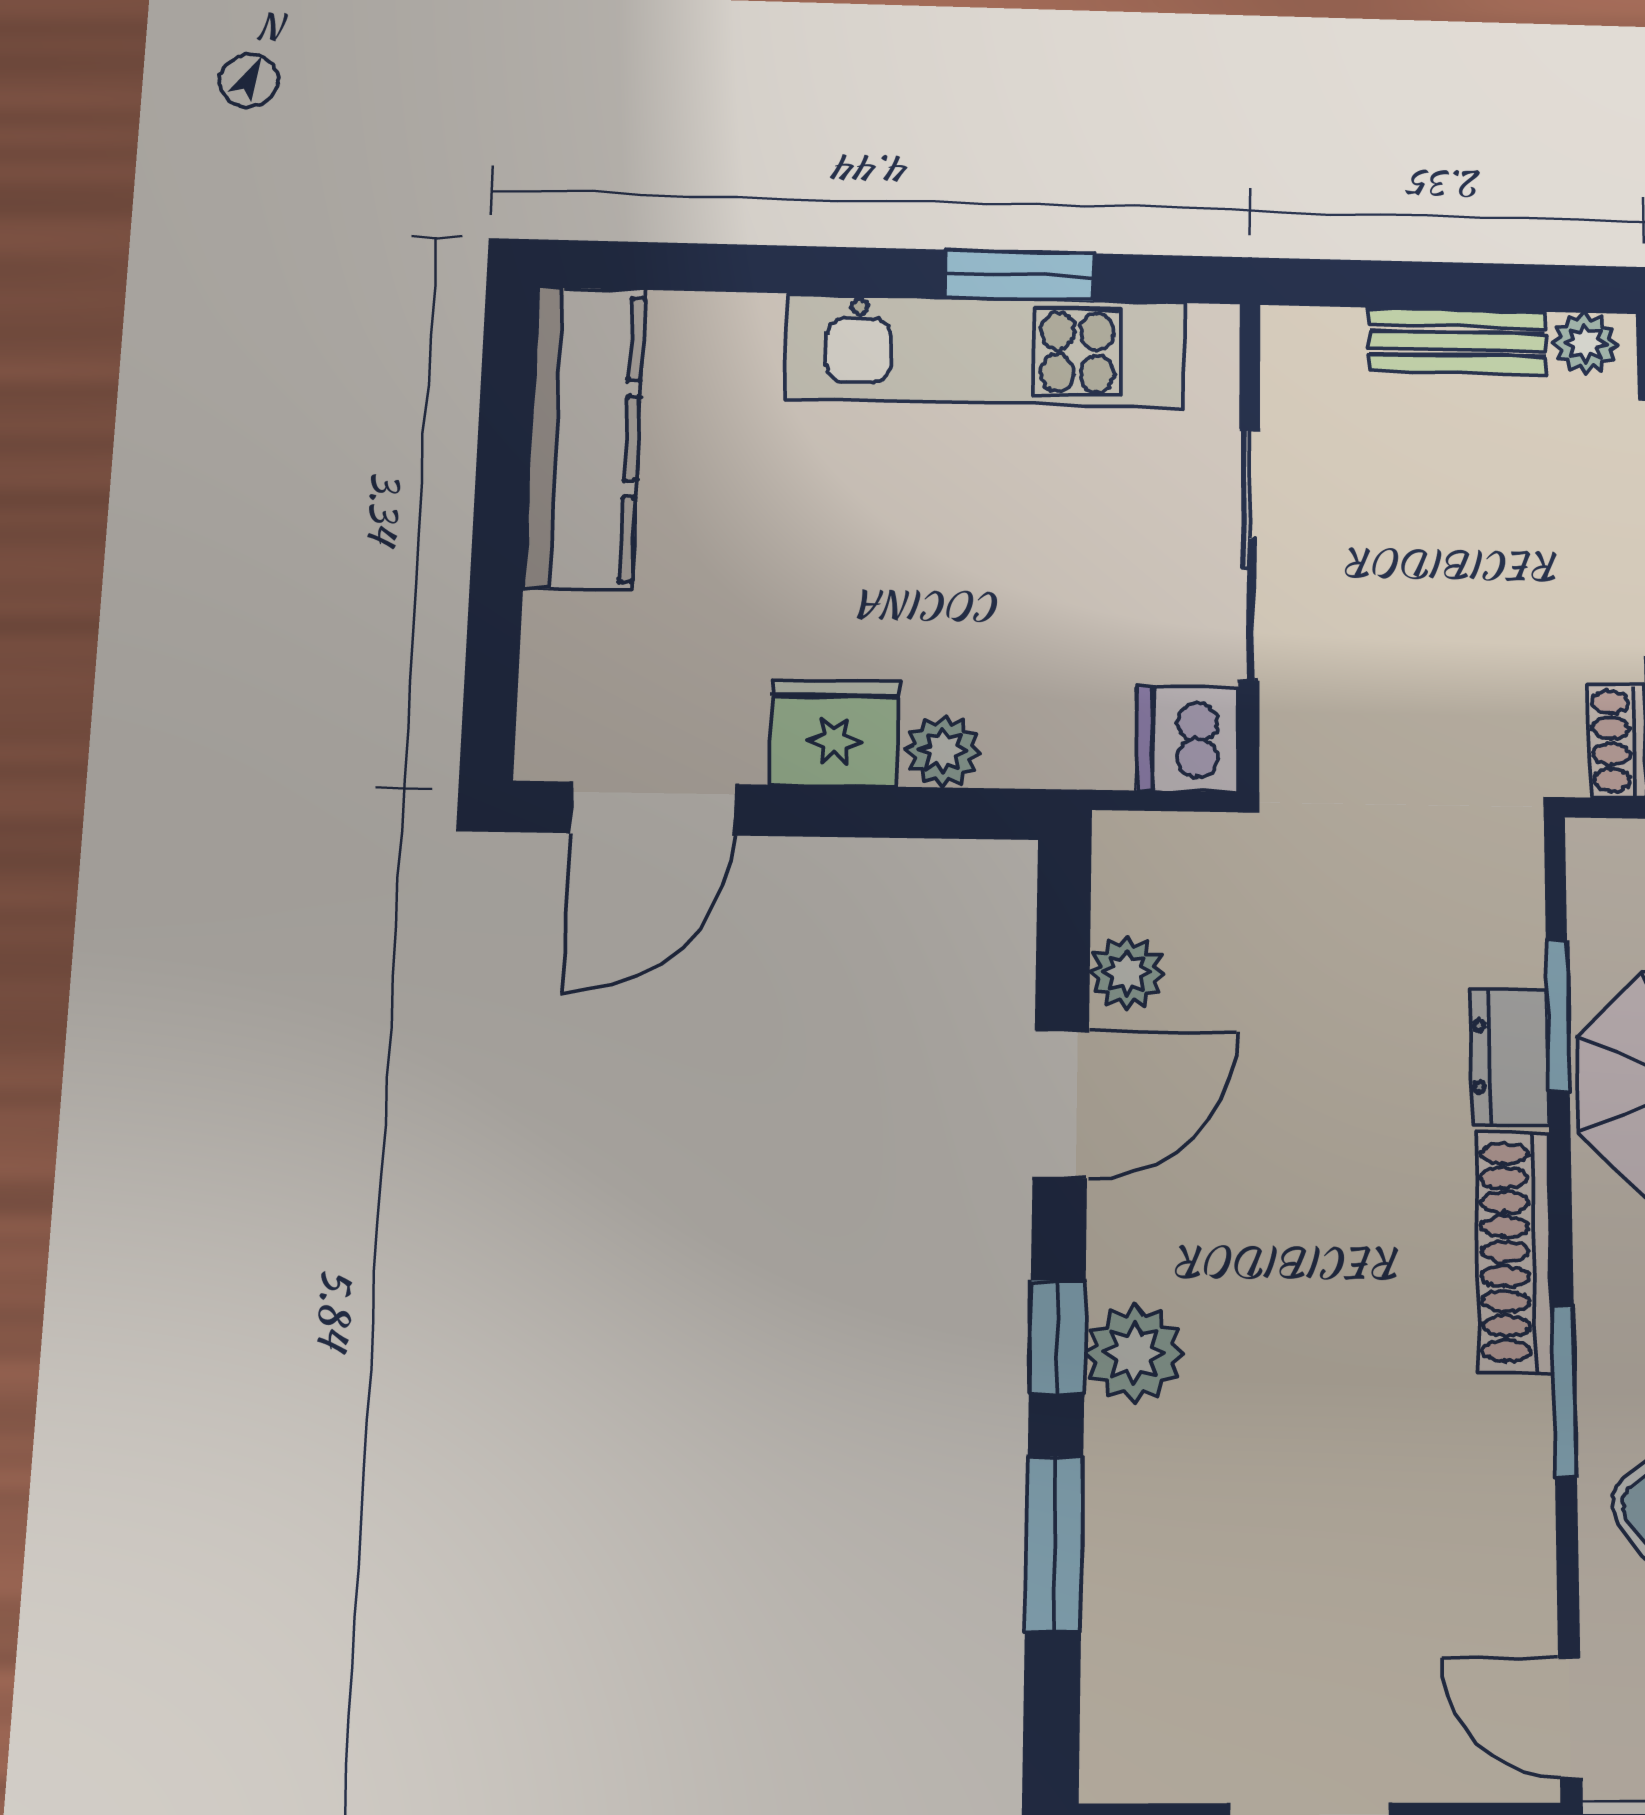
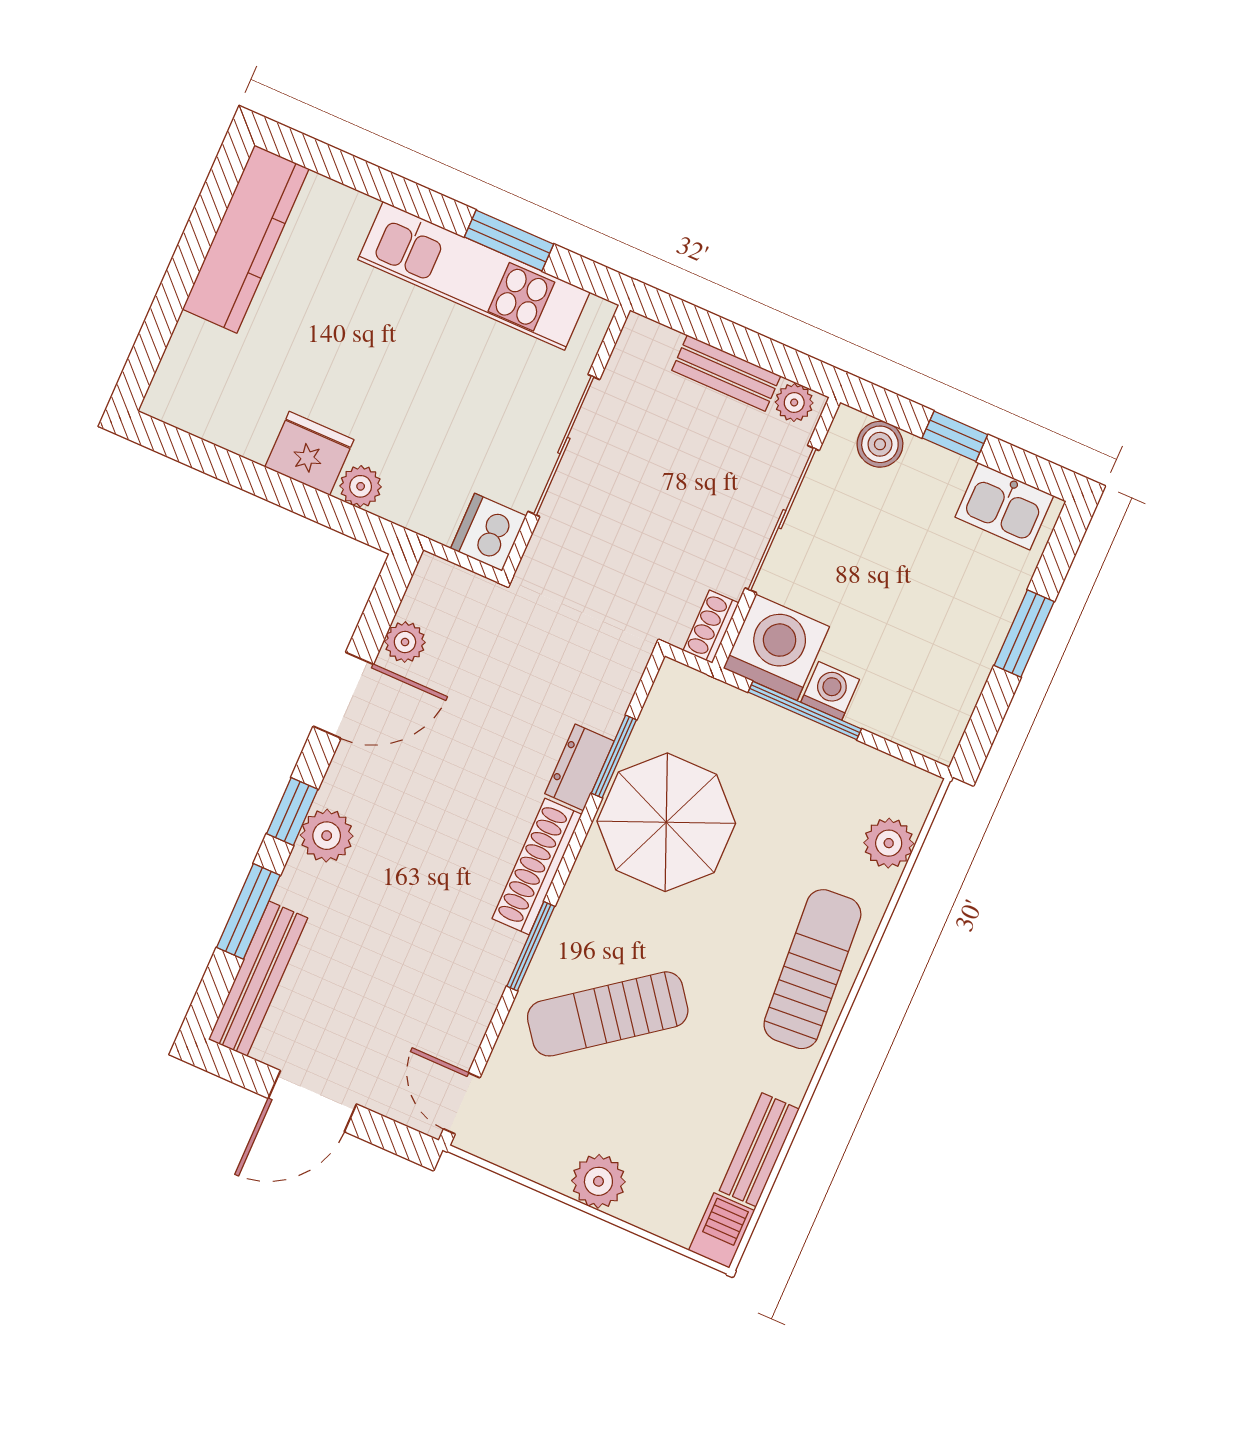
door: (652, 809) -> (202, 455), removed
bench: (1121, 1655) -> (258, 979), added

